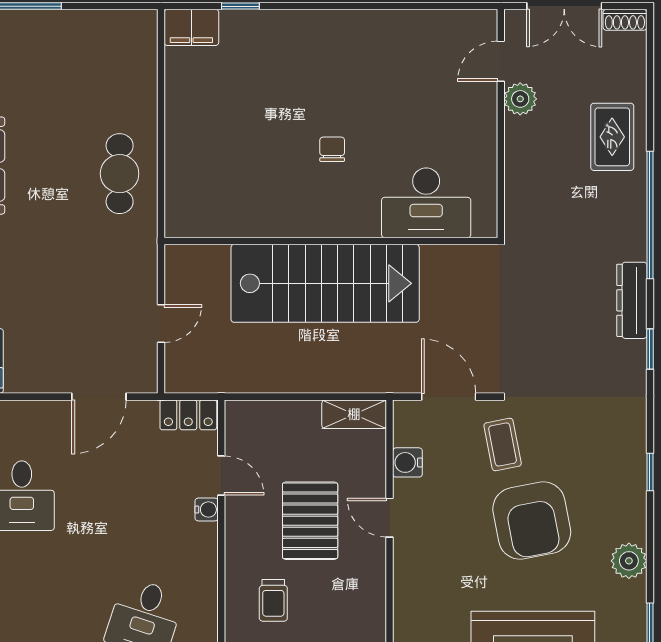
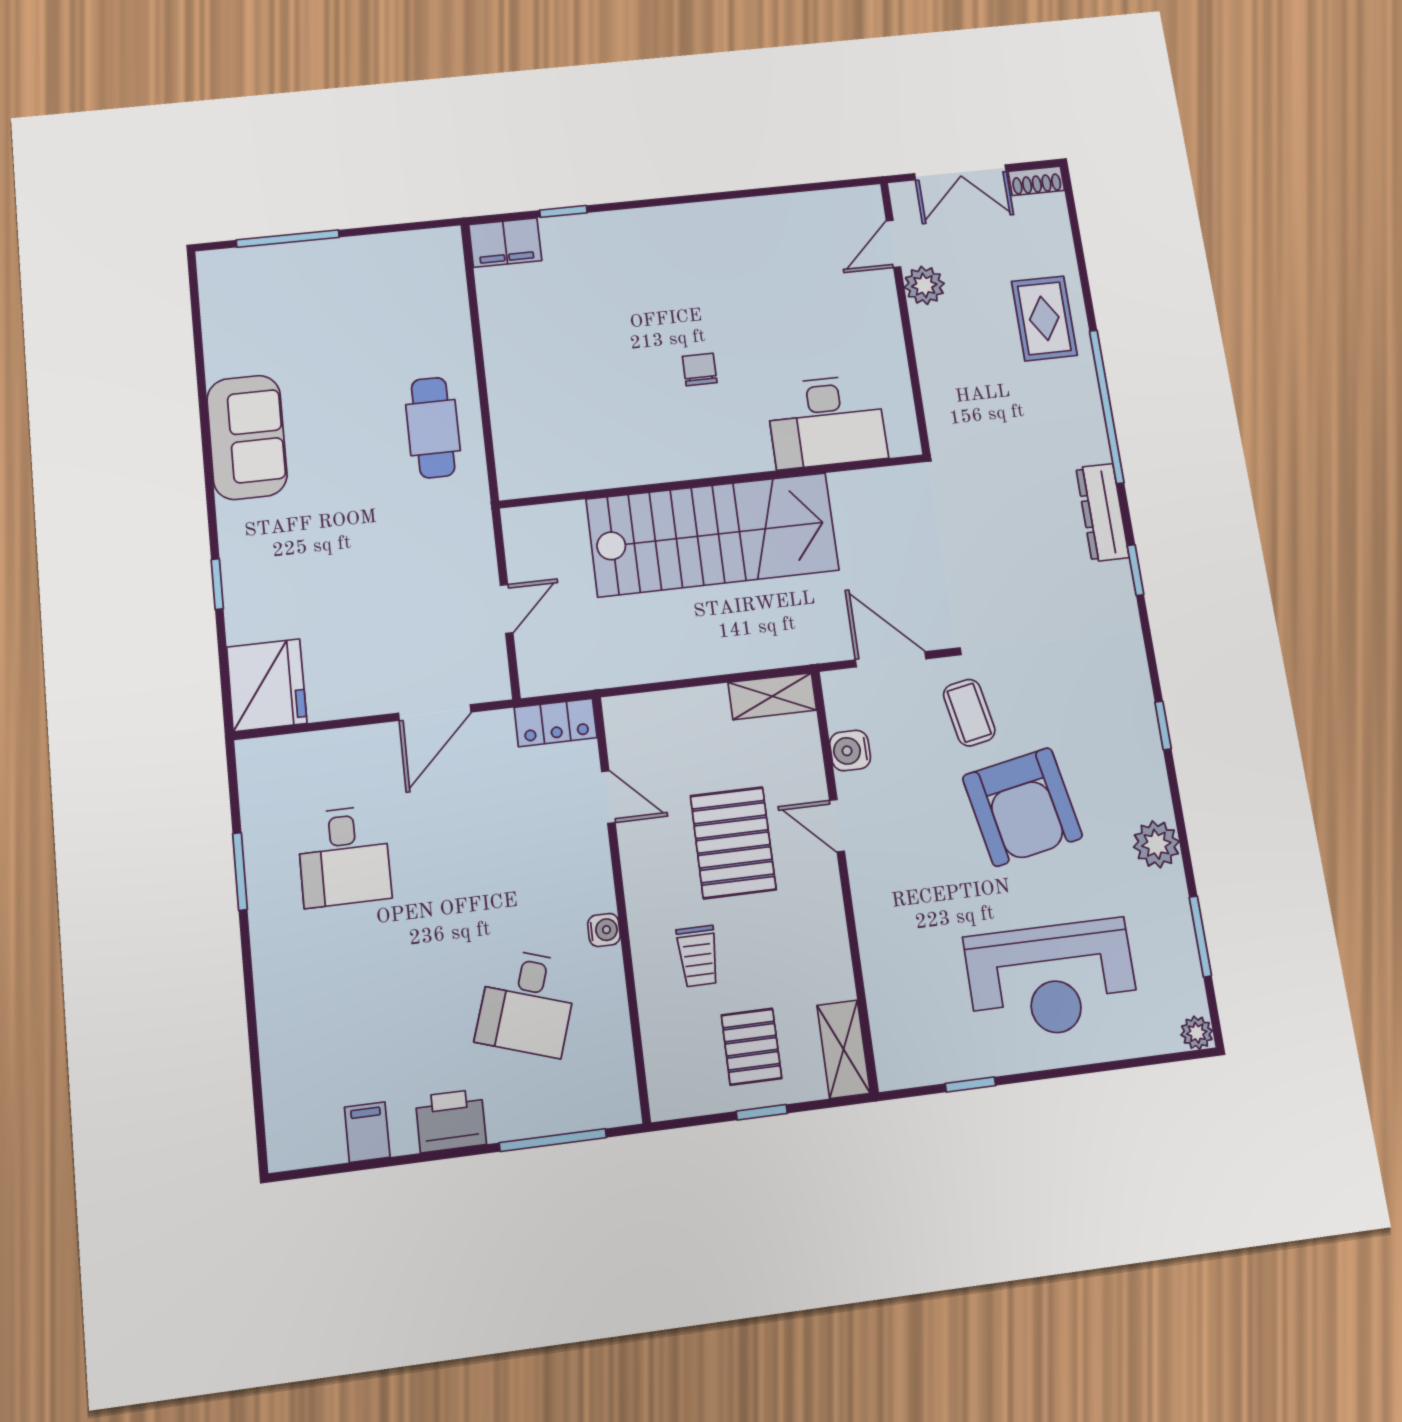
water cooler: (207, 510) -> (604, 930), moved

